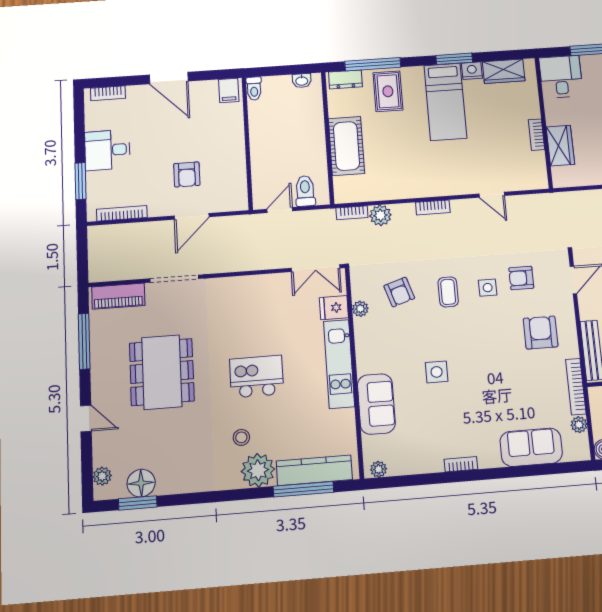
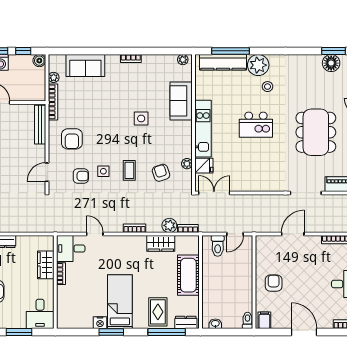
wardrobe: (504, 71) -> (161, 243), moved, turned 180
desk: (526, 171) -> (71, 249), added
armchair: (187, 174) -> (274, 283), moved

